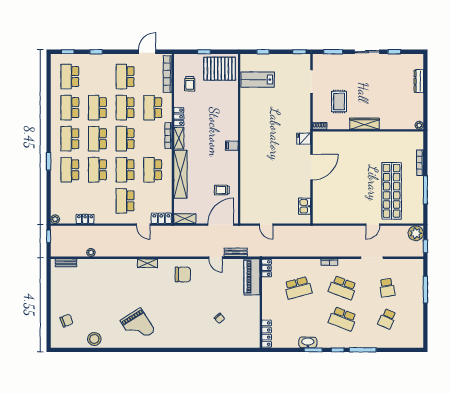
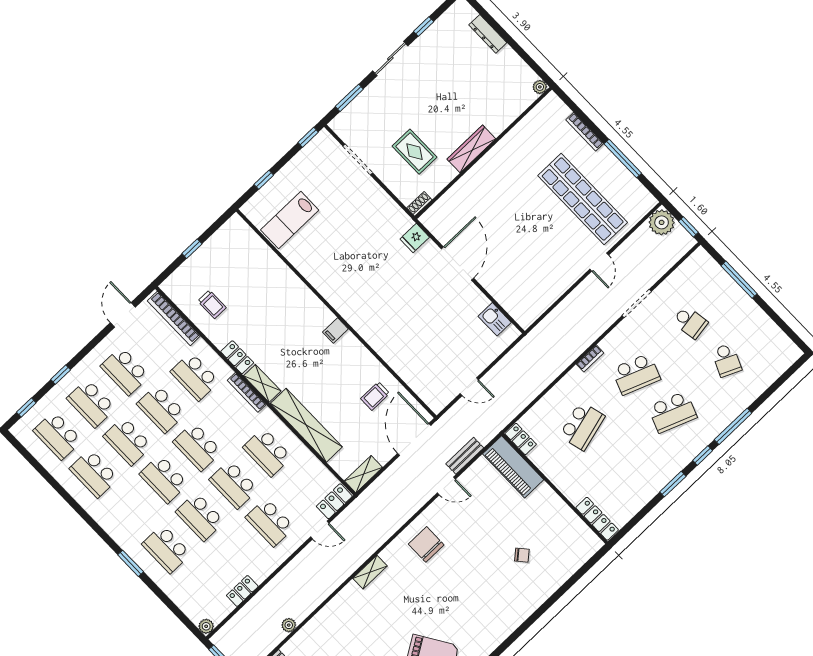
pallet: (220, 69) -> (231, 251), removed
school desk: (70, 139) -> (91, 403), moved
chair: (183, 274) -> (426, 544), turned -90
washbasin: (308, 342) -> (658, 481), removed

